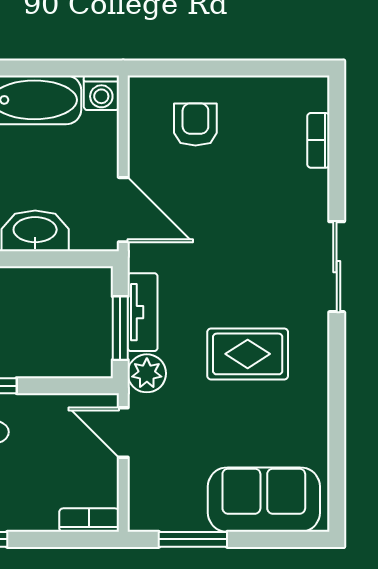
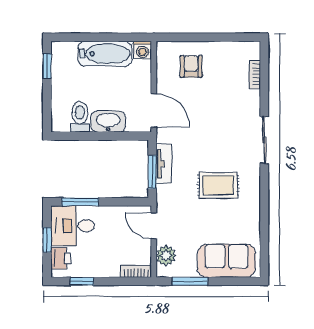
plant: (147, 373) -> (166, 256), moved

